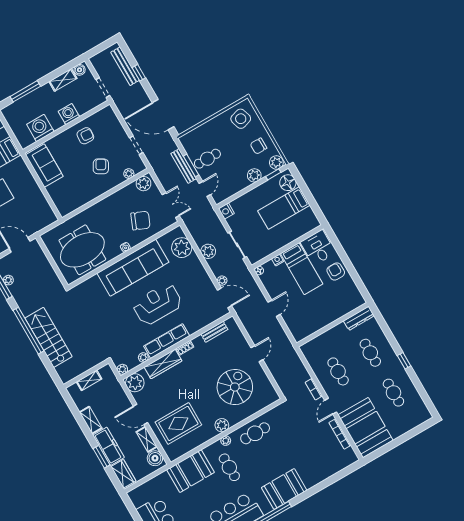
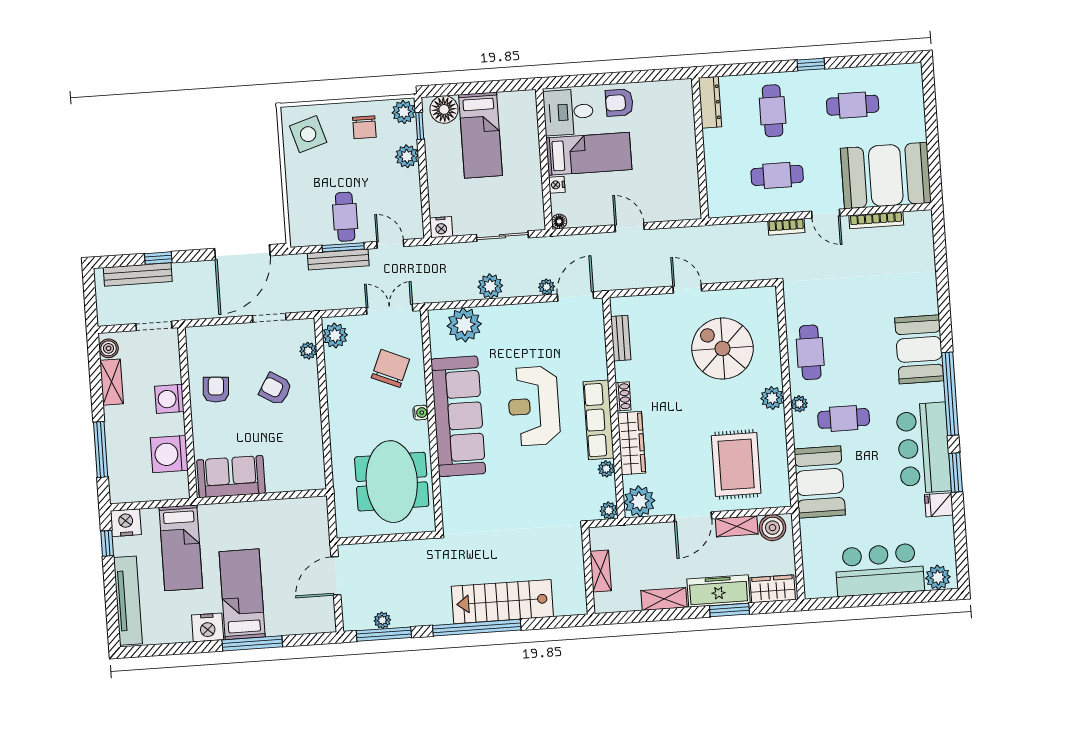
cafe table: (370, 353) -> (773, 111), turned 90

